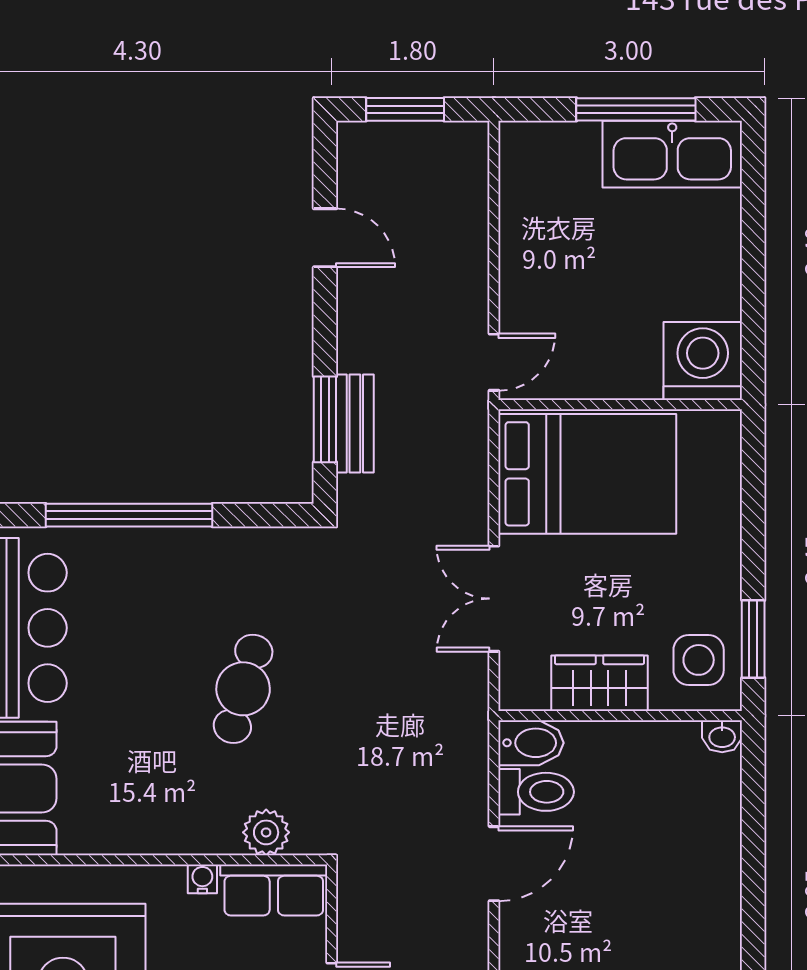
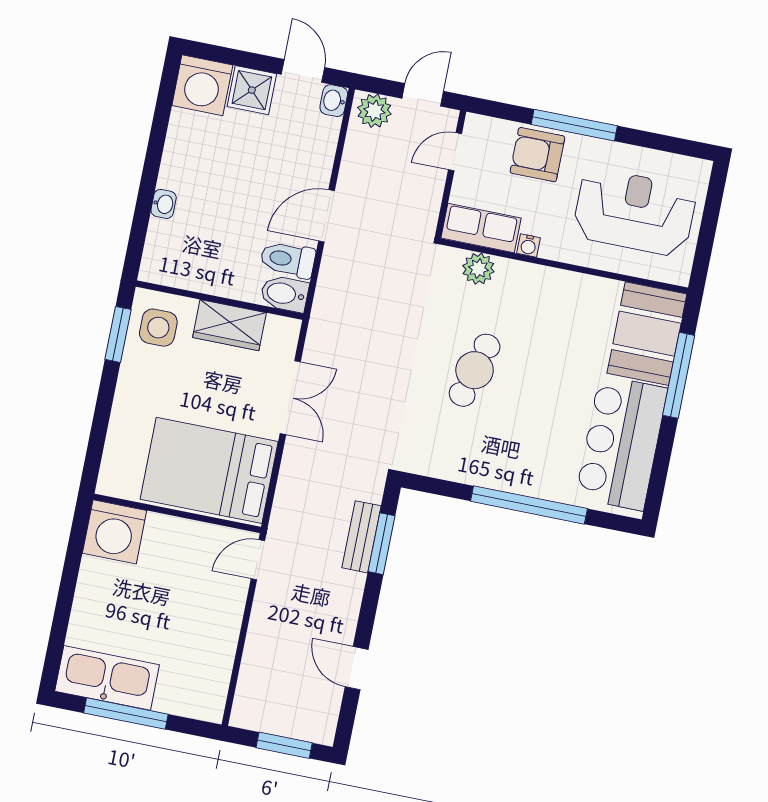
washbasin: (722, 736) -> (164, 204), moved, turned 90

